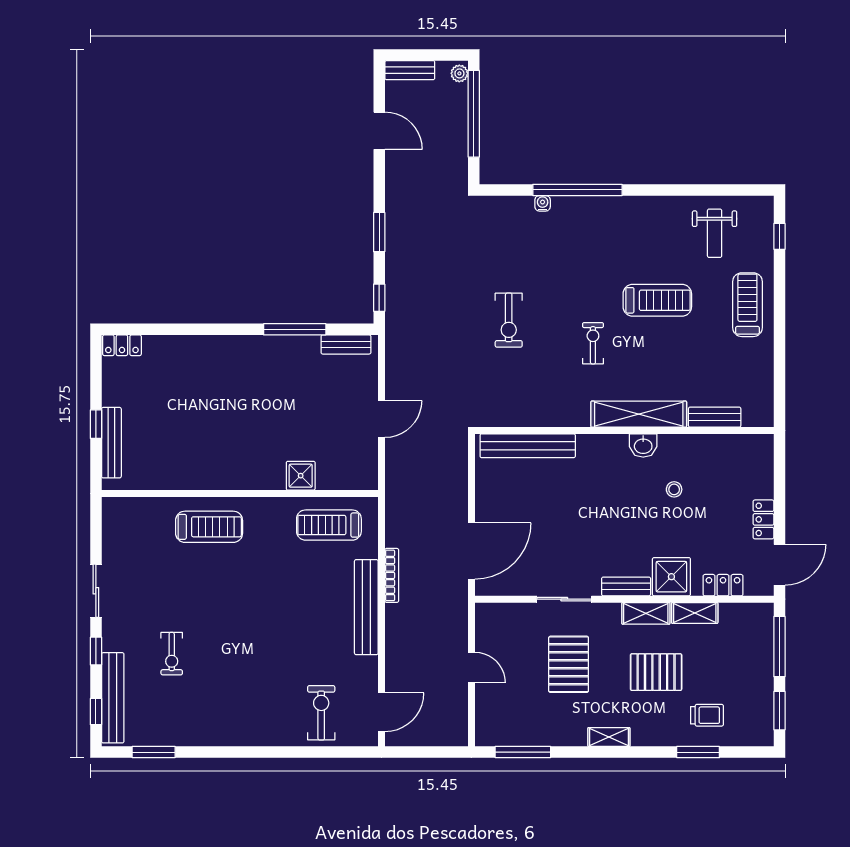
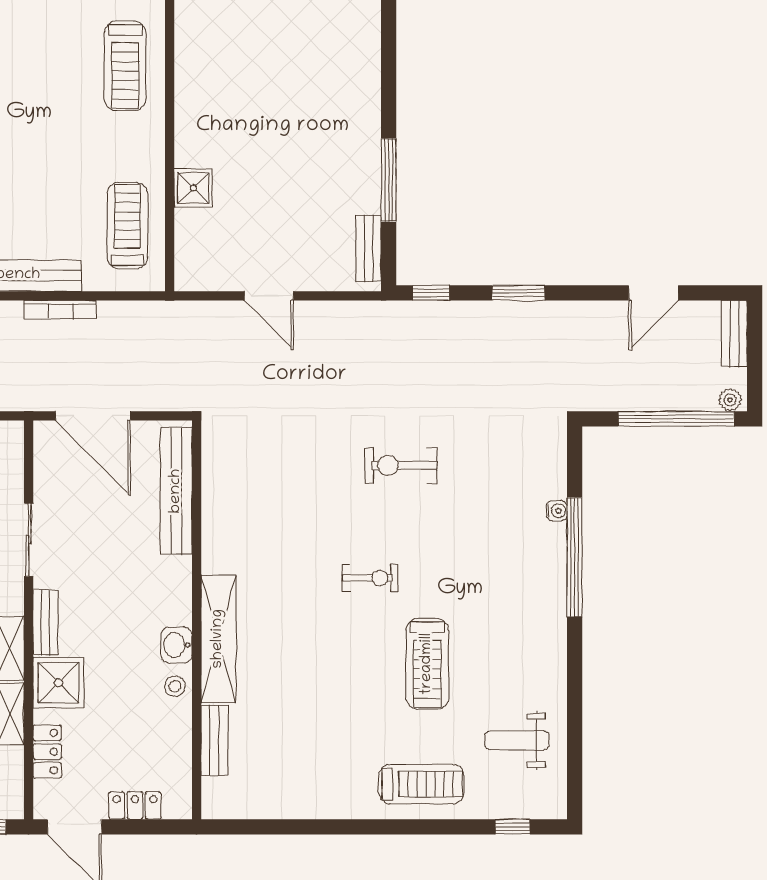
shelving: (639, 414) -> (218, 639), moved
bench: (715, 417) -> (214, 740), moved
wall: (624, 431) -> (197, 620), moved
bench: (528, 446) -> (176, 491), moved
washbasin: (643, 446) -> (177, 645), moved

